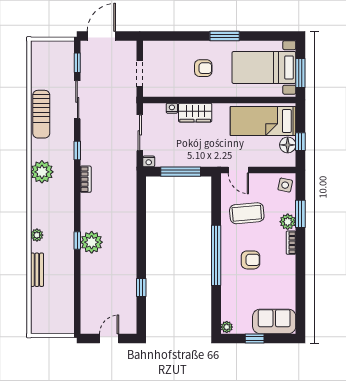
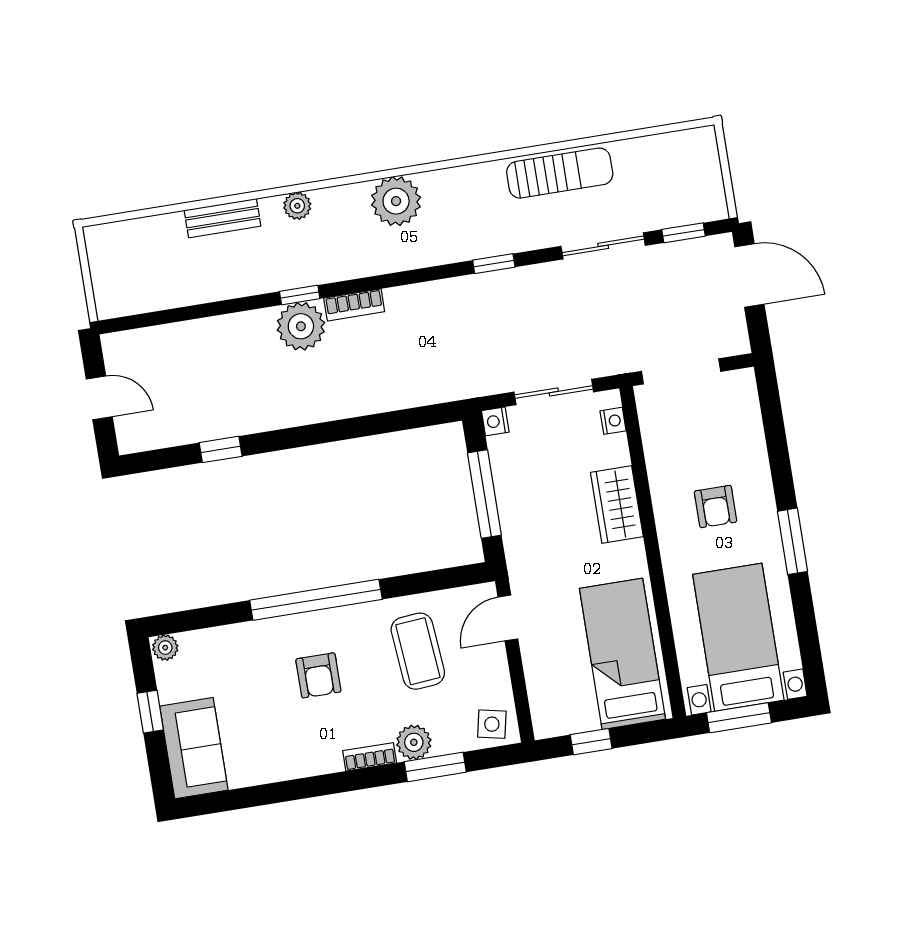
doorway: (140, 74) -> (681, 371), width x1.38
nightstand: (172, 108) -> (613, 421), moved
sun lounger: (41, 114) -> (560, 173), turned 180
floor lamp: (288, 145) -> (579, 716), removed
plant: (42, 172) -> (396, 201), moved
bookcase: (86, 179) -> (354, 305), moved

